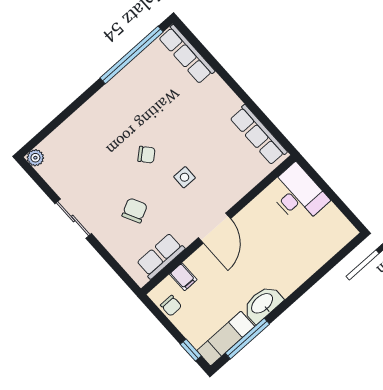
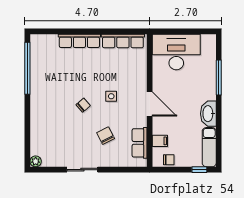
row of seats: (187, 54) -> (79, 41), moved
desk: (298, 195) -> (176, 52), width x1.36, depth x1.30
window: (247, 339) -> (219, 78), moved

